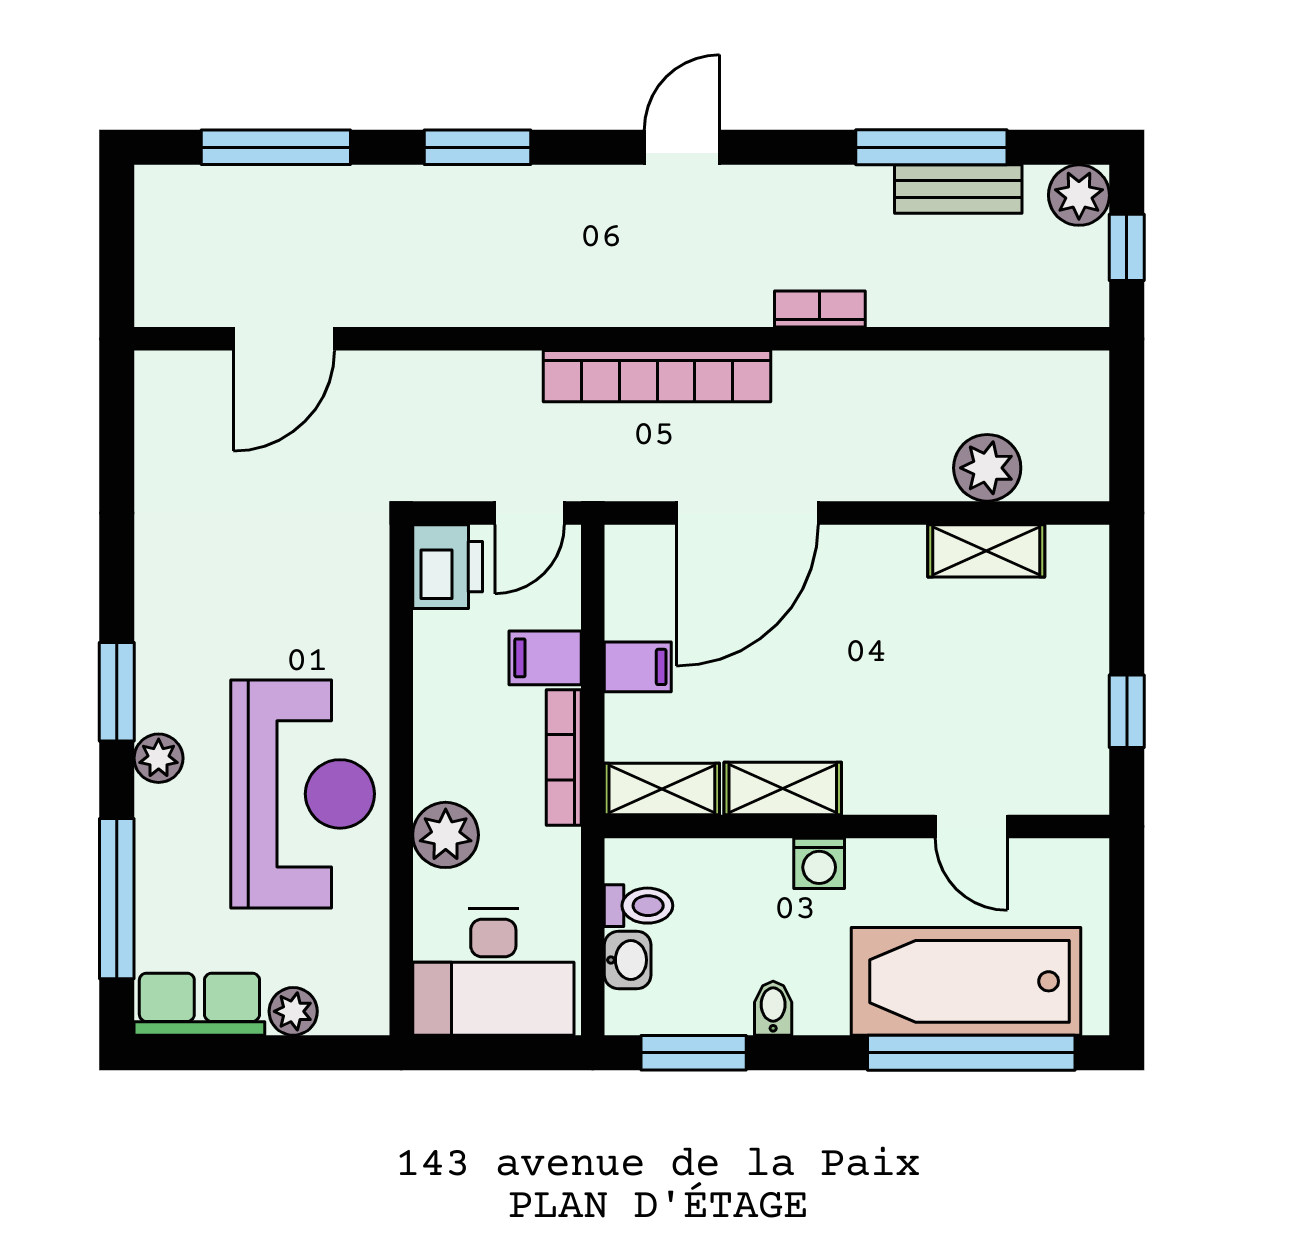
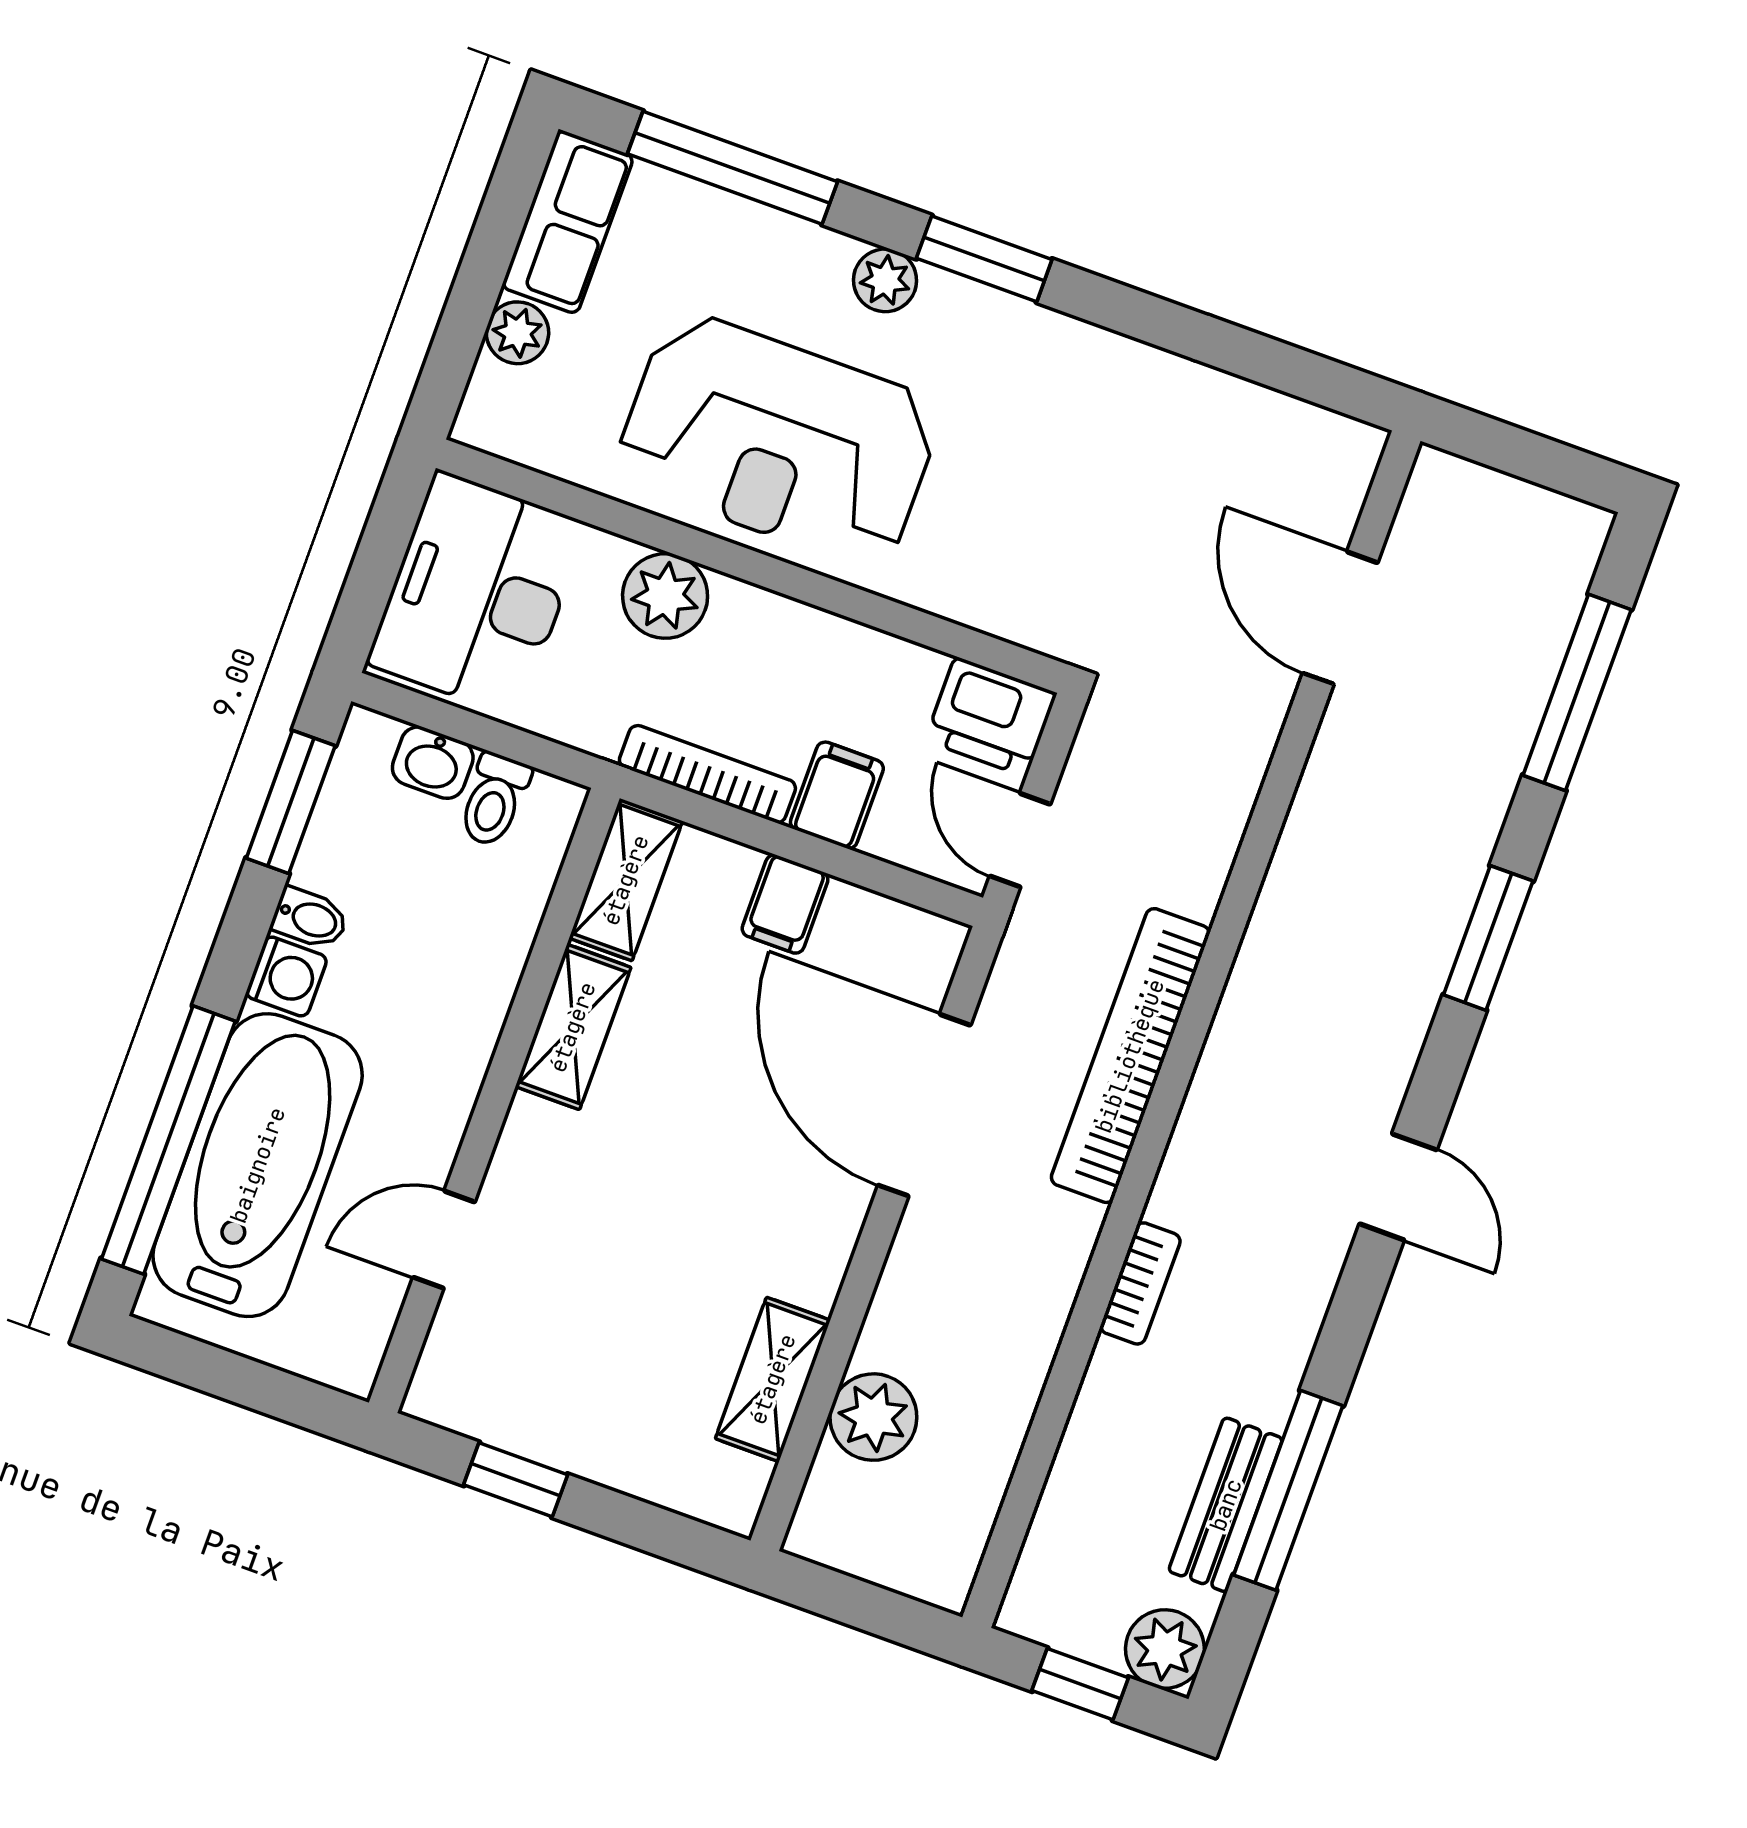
washing machine: (819, 863) -> (286, 976), moved, turned 180

